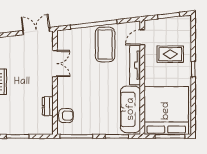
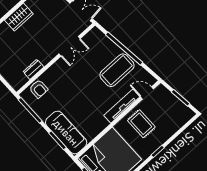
rug: (170, 54) -> (141, 124), moved
sofa: (131, 109) -> (66, 132), moved, turned 90

